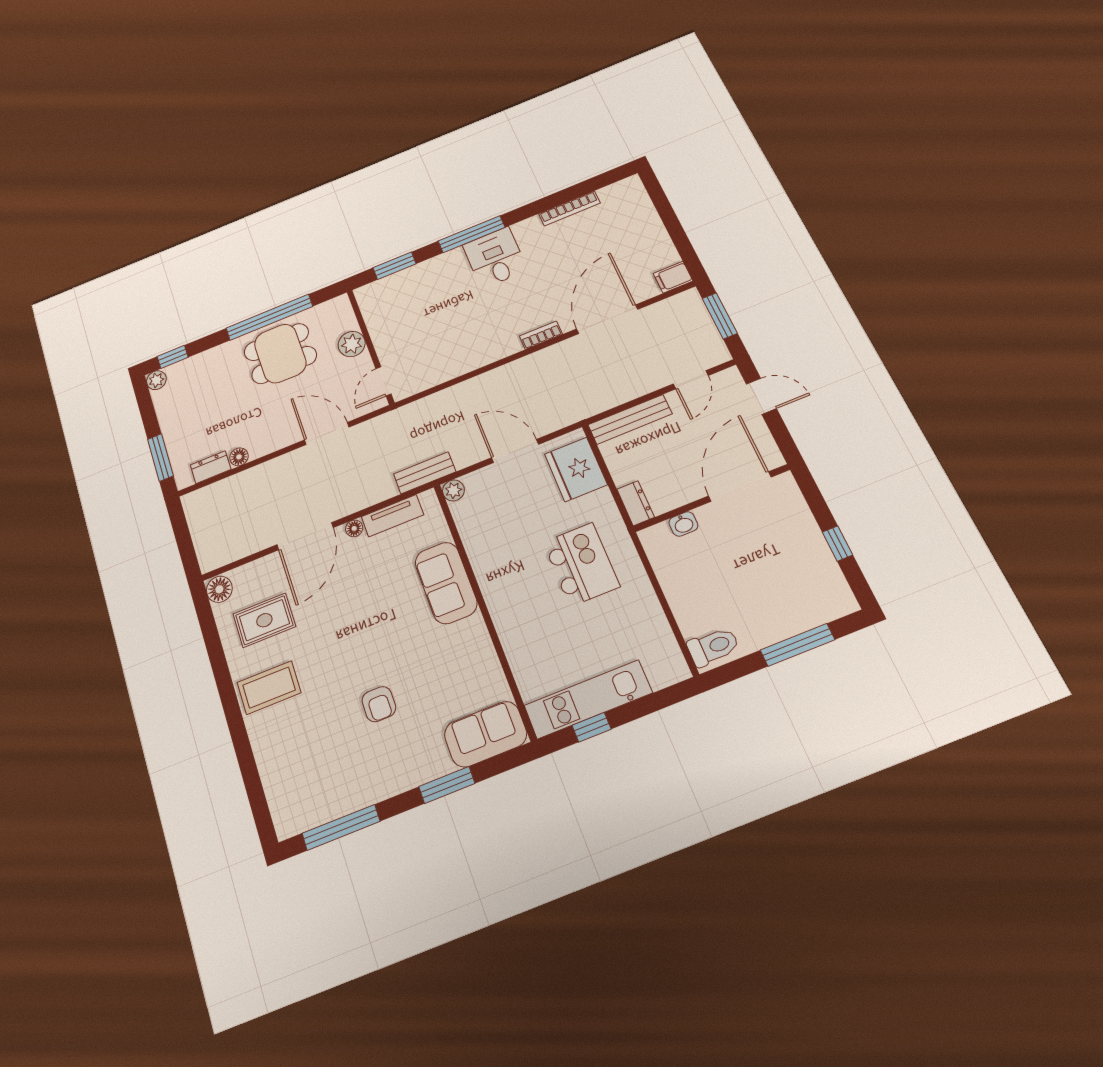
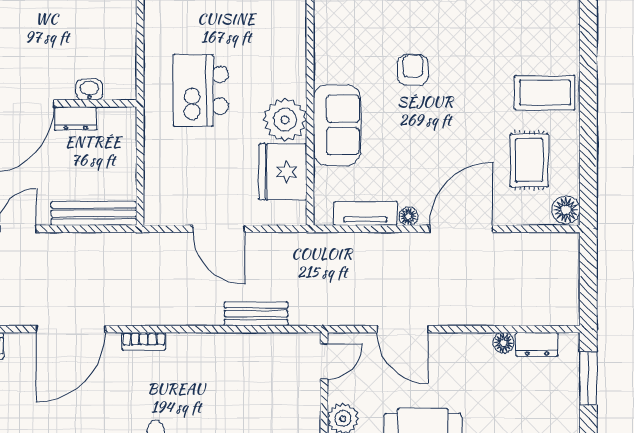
fridge: (576, 469) -> (283, 172), moved, turned 180
bench: (425, 473) -> (256, 314), moved
plant: (453, 490) -> (285, 120), moved, width x1.87, depth x1.87
dresser: (636, 503) -> (76, 119), moved, turned -90
rug: (264, 620) -> (529, 160), turned 90
armchair: (379, 704) -> (413, 70), moved

